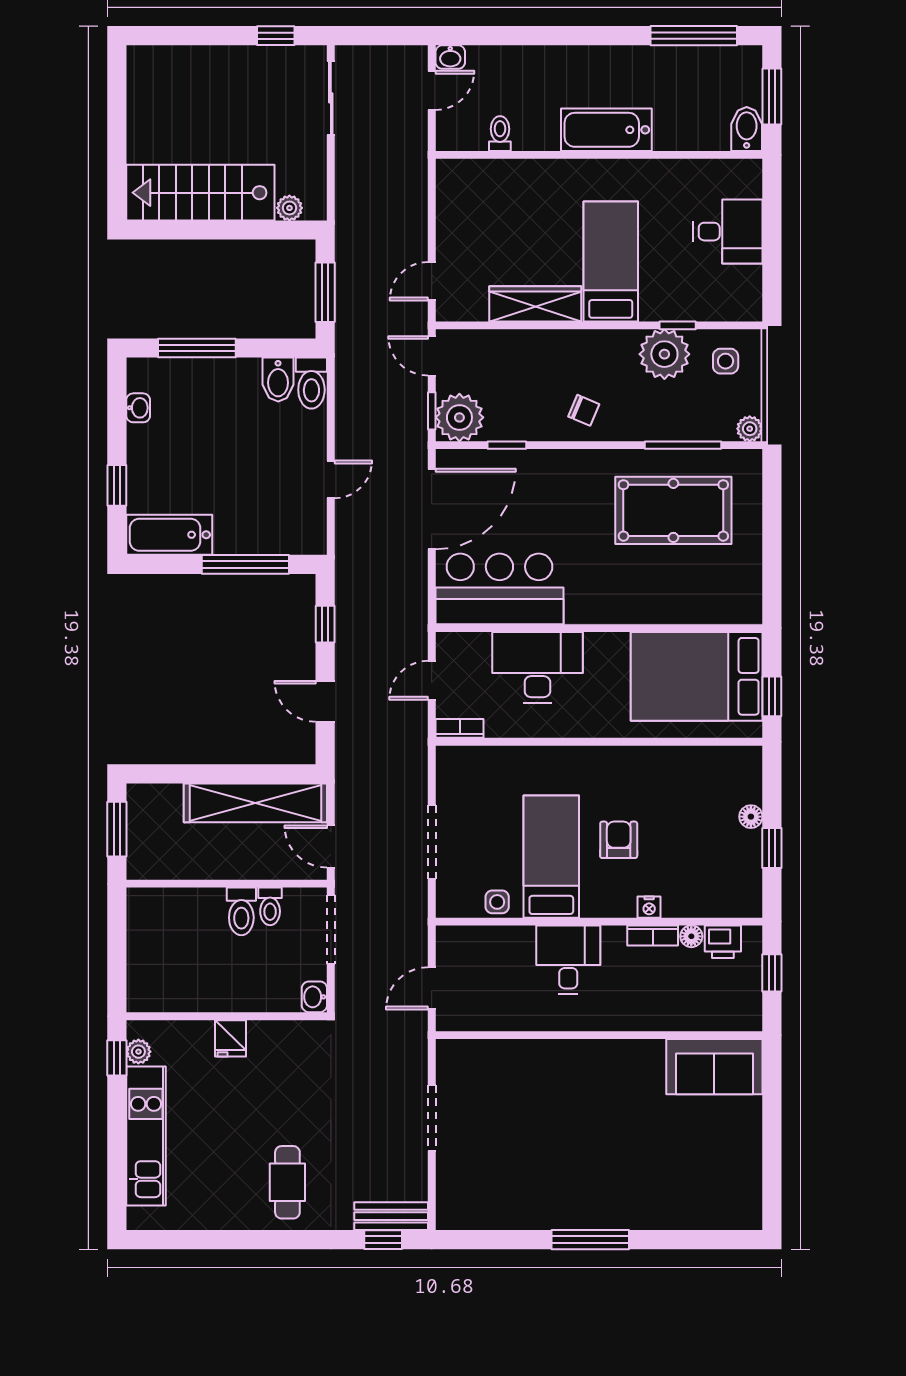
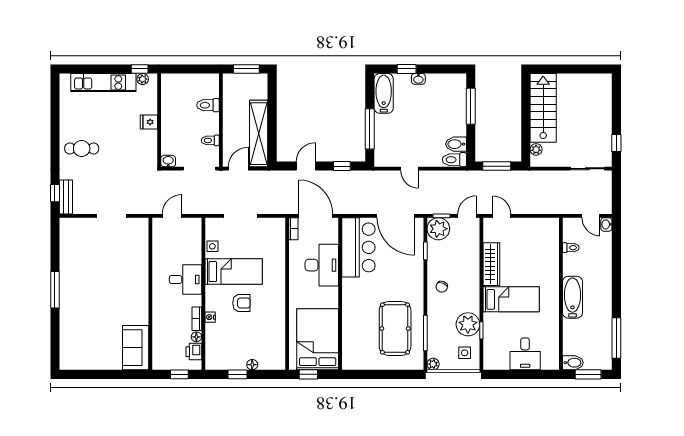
washbasin: (138, 408) -> (418, 79), moved
door: (432, 680) -> (316, 216), width x1.88
toilet: (241, 911) -> (208, 105), moved
door: (432, 988) -> (172, 216), hinge flipped

